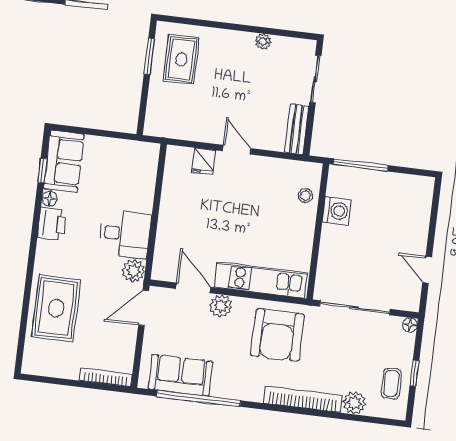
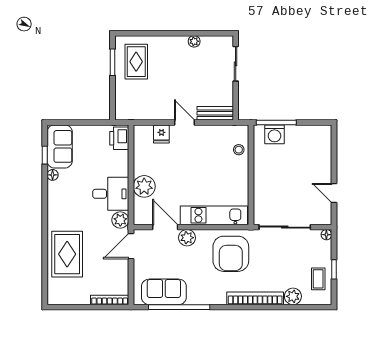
bench: (297, 129) -> (215, 113), moved, turned 90
washing machine: (337, 211) -> (274, 134), moved, turned 90
printer: (52, 224) -> (119, 138), moved, turned 180
plant: (171, 229) -> (144, 186), added

